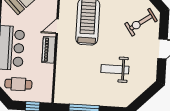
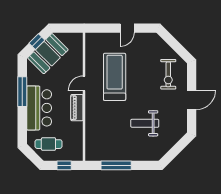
exercise bike: (141, 22) -> (168, 74), turned -55

